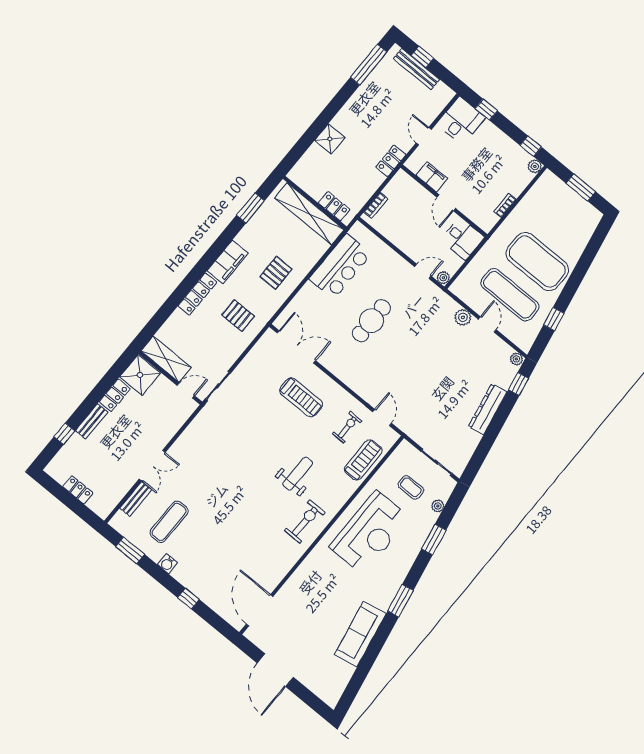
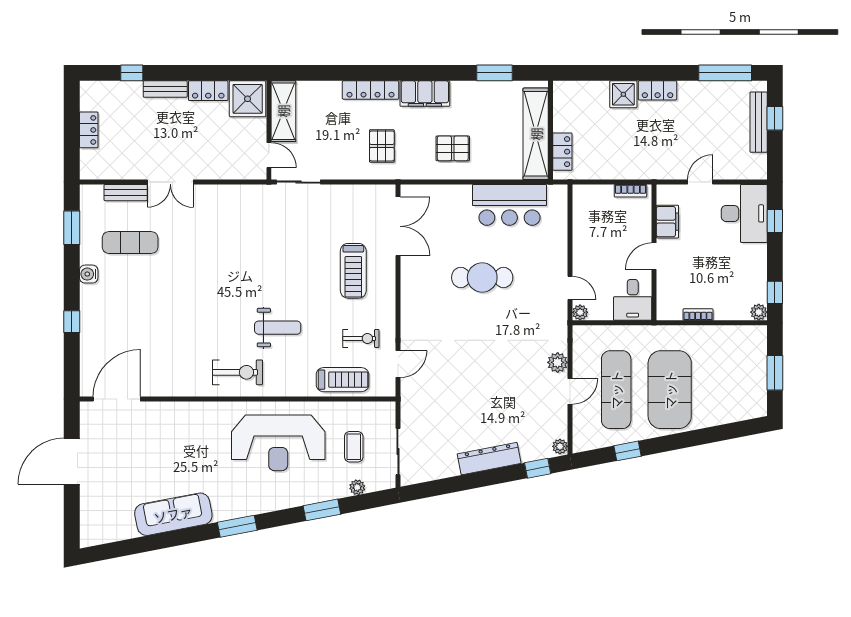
desk: (461, 121) -> (744, 213), width x1.37
locker: (391, 161) -> (658, 90), moved, turned 180
bookcase: (376, 205) -> (630, 191), moved

